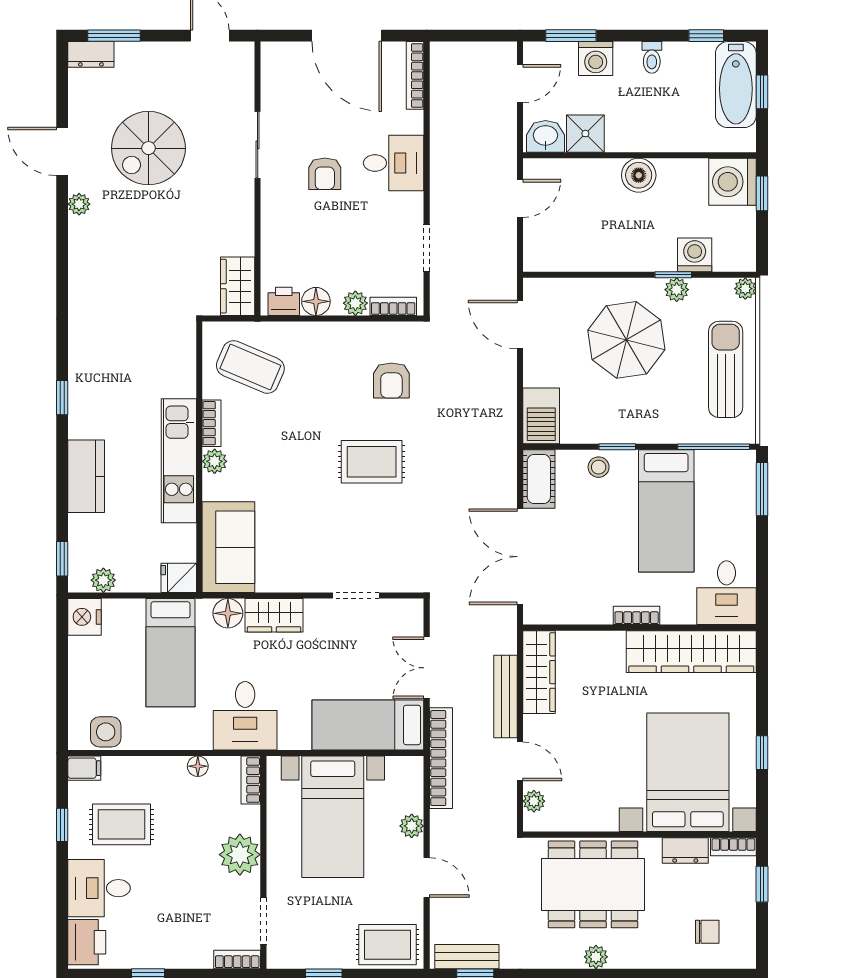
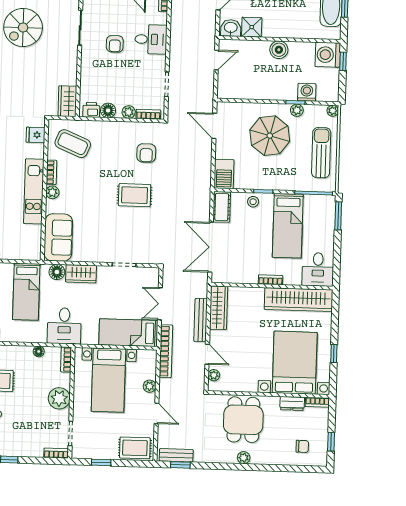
fridge: (179, 578) -> (35, 135), moved
dining table: (593, 884) -> (243, 420), width x0.73
window: (762, 884) -> (331, 442), moved

